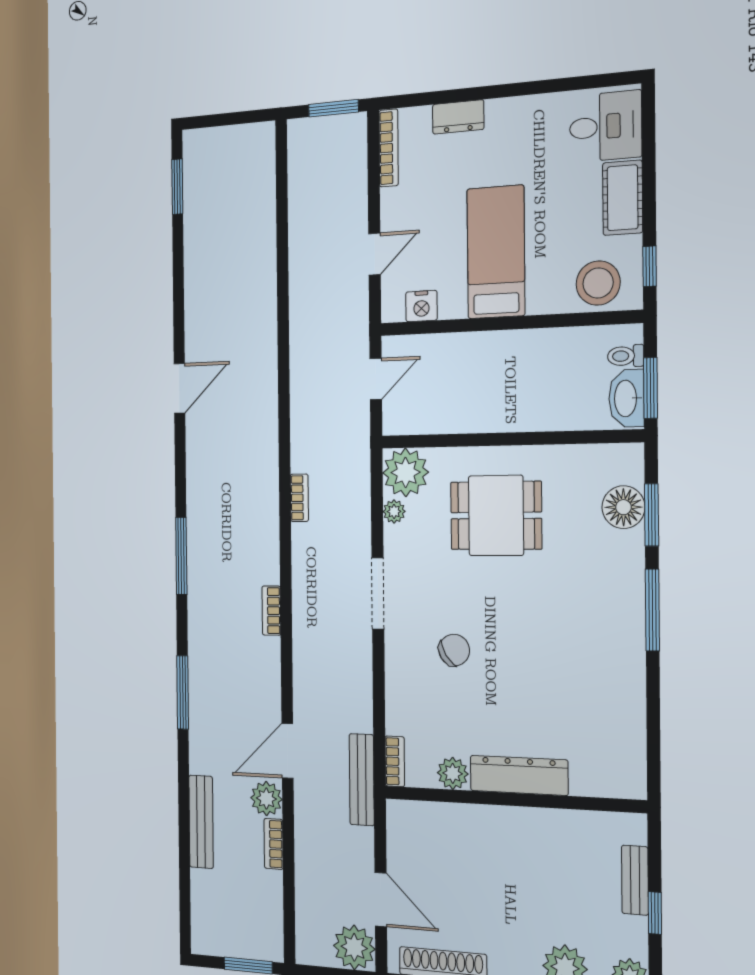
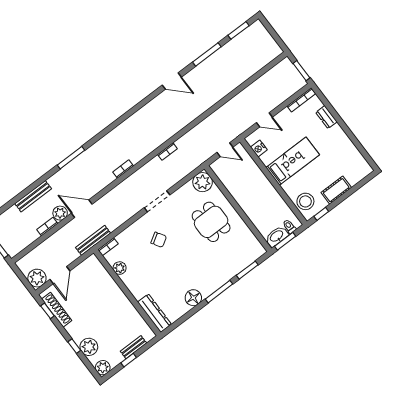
desk: (606, 126) -> (354, 169), removed
floor lamp: (623, 507) -> (193, 298), moved
plant: (394, 511) -> (187, 187), removed
window: (181, 556) -> (207, 54), moved
dresser: (519, 775) -> (154, 313), moved

